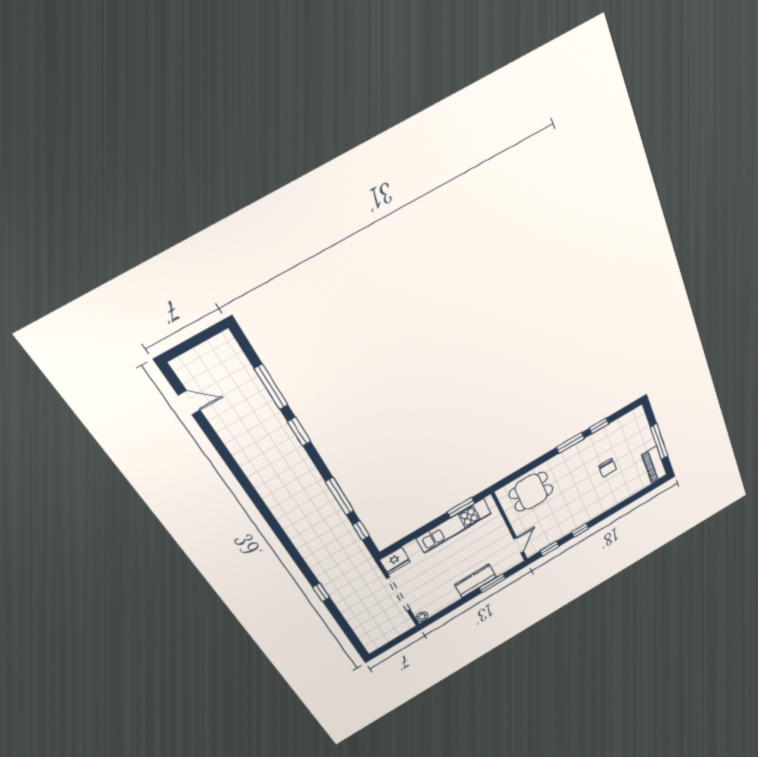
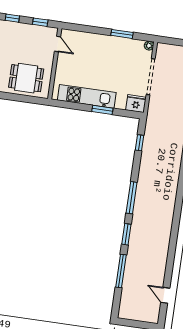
window: (340, 496) -> (132, 198), moved
window: (461, 508) -> (102, 110), moved
door: (519, 545) -> (58, 44), swing flipped
kitchen counter: (476, 581) -> (100, 42), removed
window: (492, 583) -> (122, 34), moved

